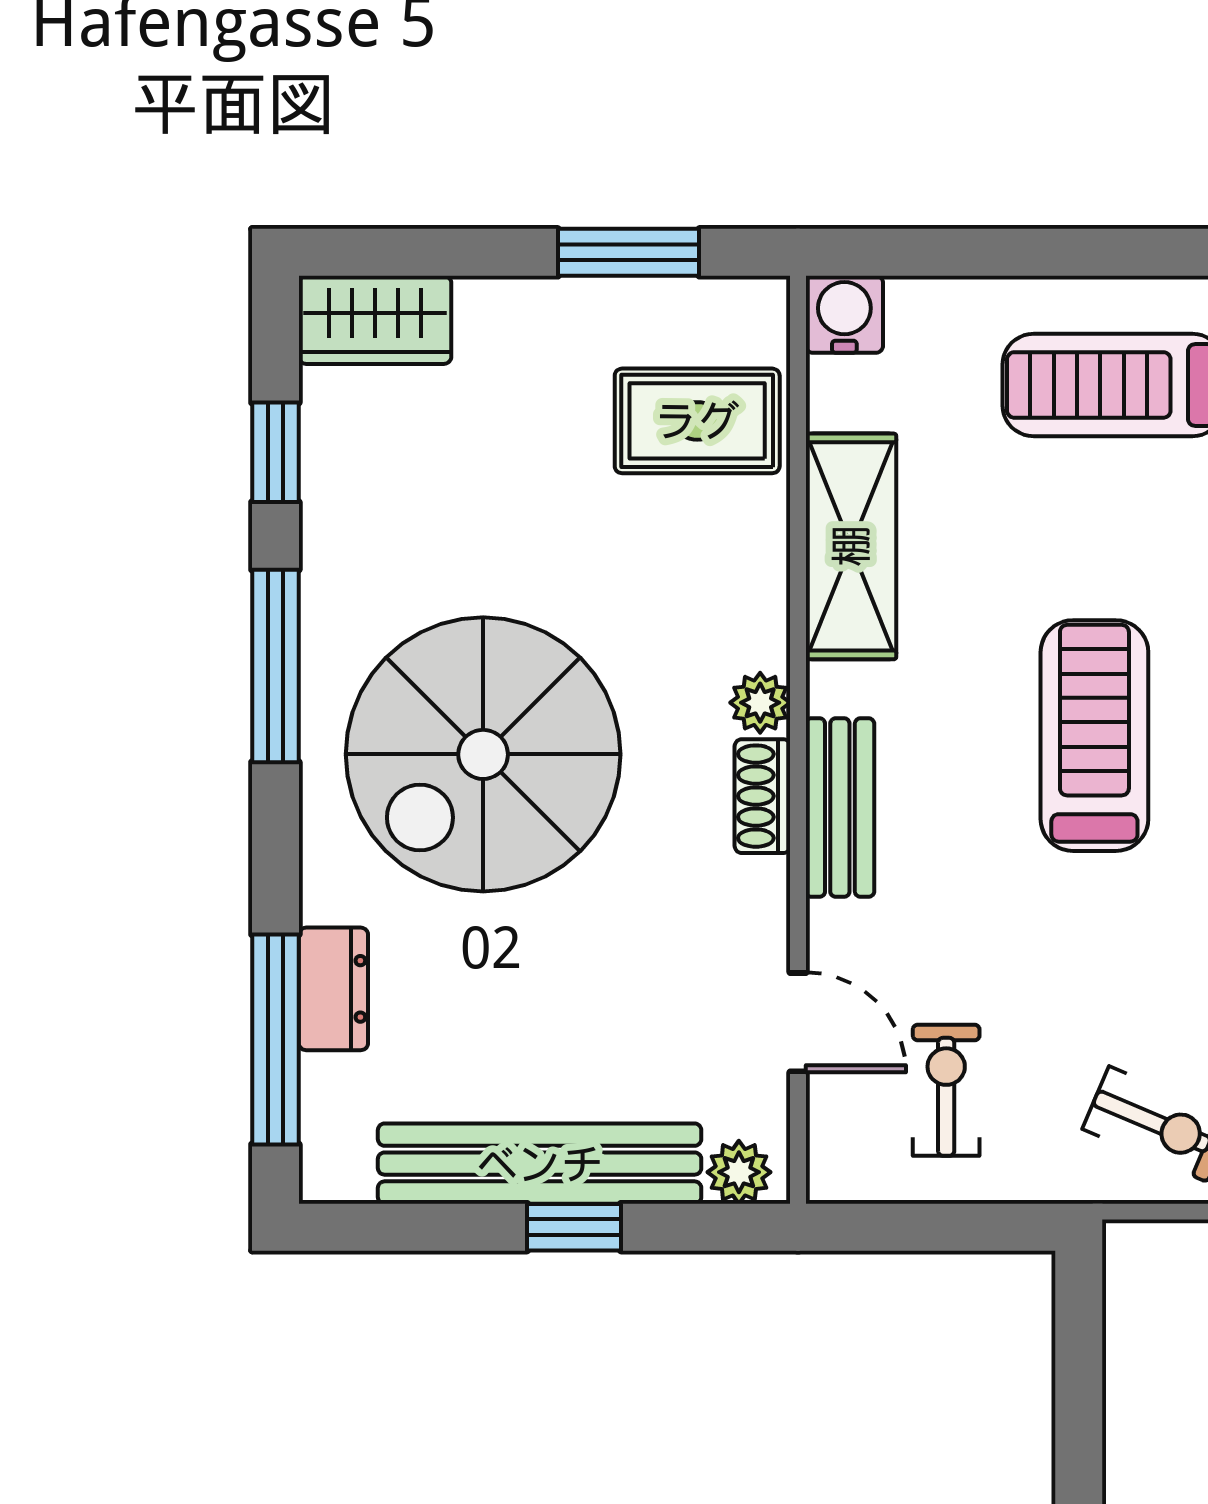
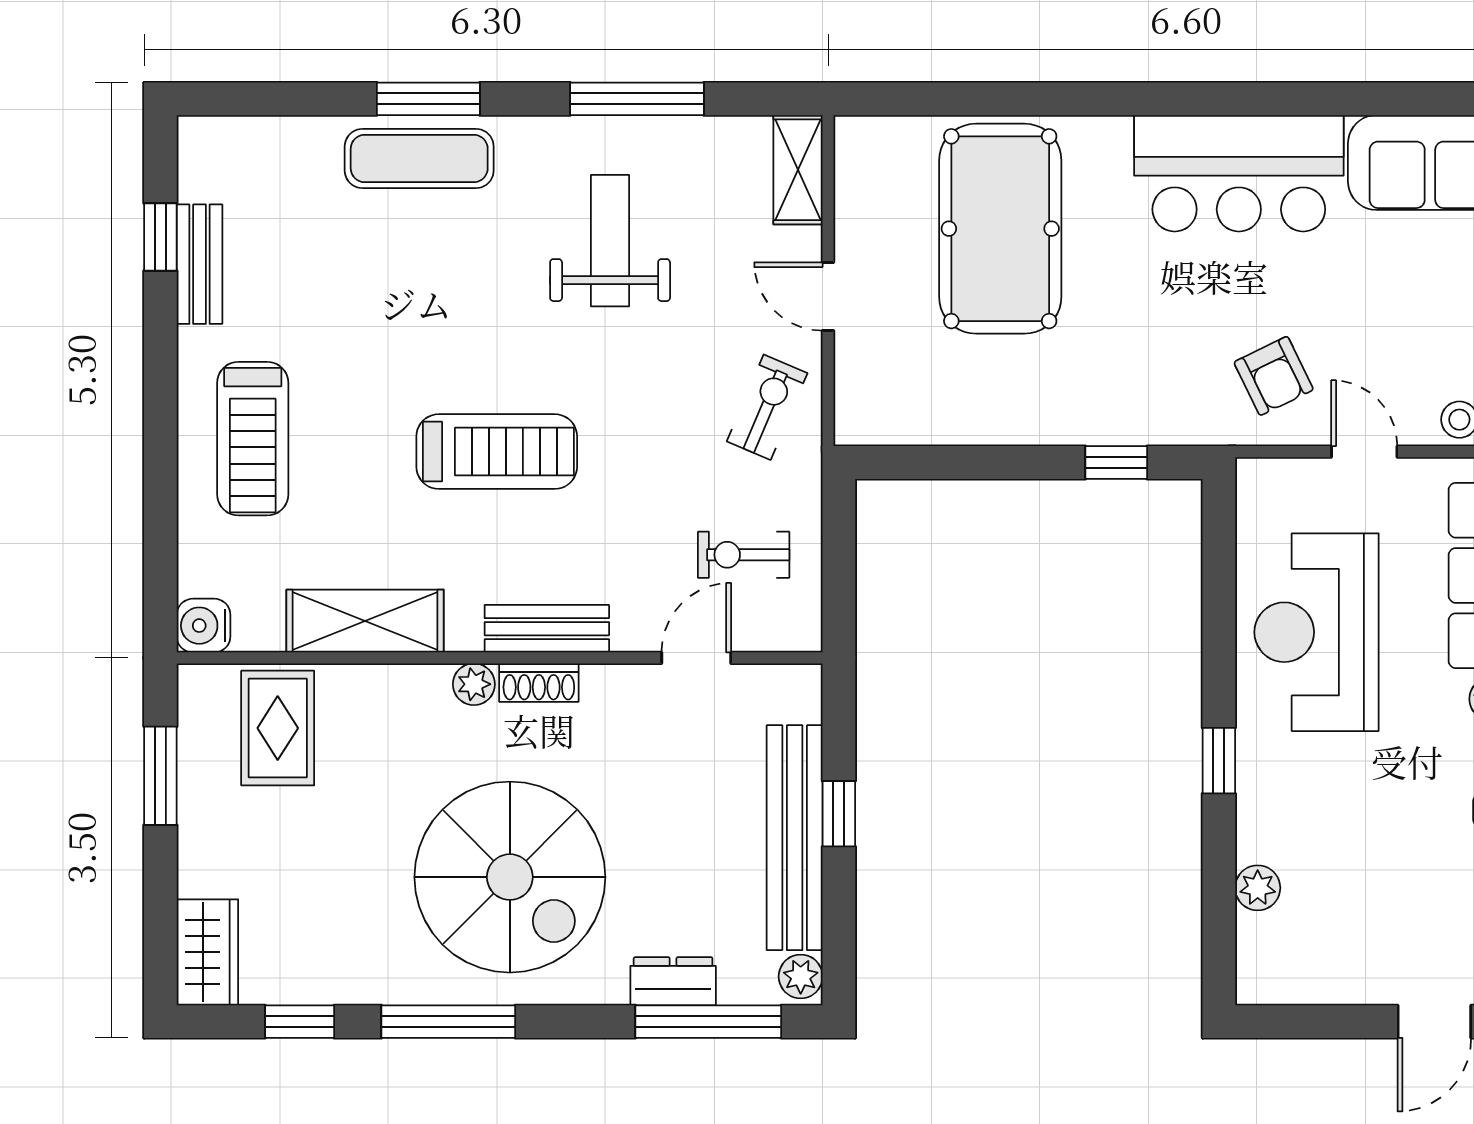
treadmill: (1094, 736) -> (497, 452), turned 180
plant: (739, 1172) -> (801, 976), moved

